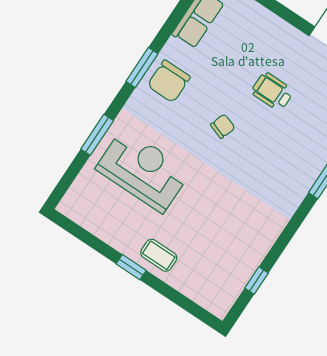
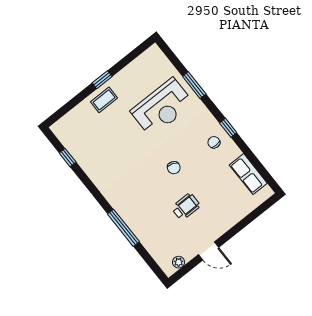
window: (142, 68) -> (228, 128), width x0.67
chair: (169, 81) -> (214, 142), width x0.54, depth x0.54

